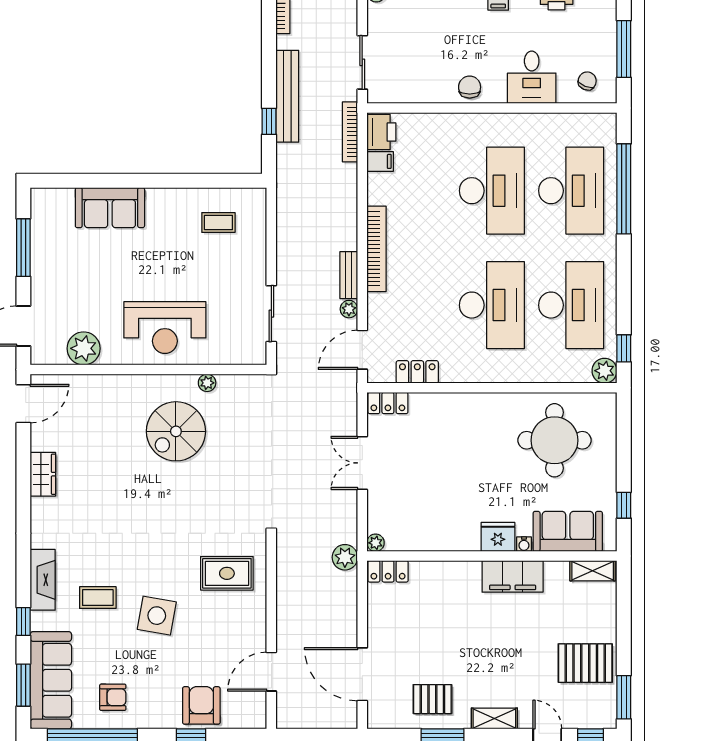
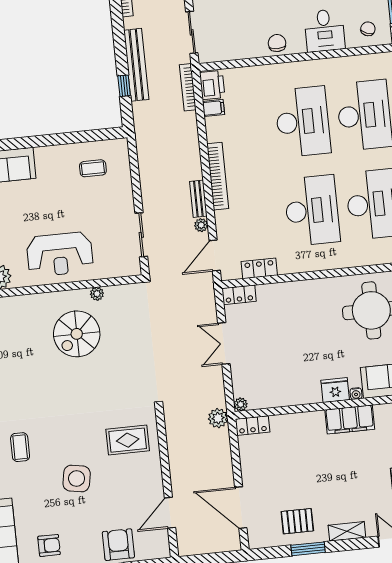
coffee table: (98, 598) -> (20, 447), moved, turned 90

